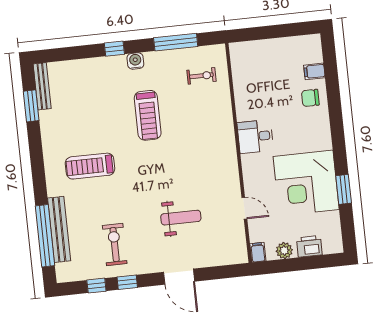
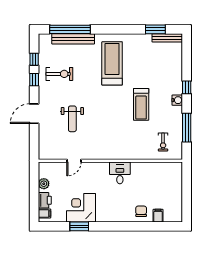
treadmill: (148, 115) -> (141, 104), turned -90
treadmill: (90, 166) -> (112, 63), width x1.37, depth x1.38
corner desk: (306, 183) -> (81, 208), width x0.74, depth x0.74
filing cabinet: (258, 252) -> (44, 214), moved

